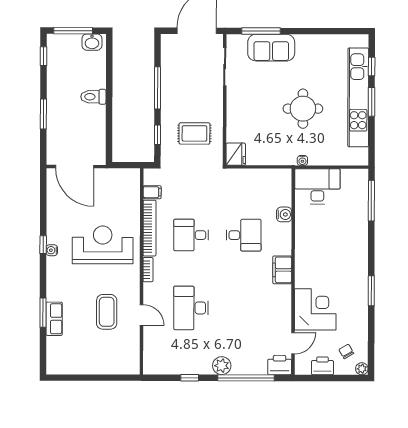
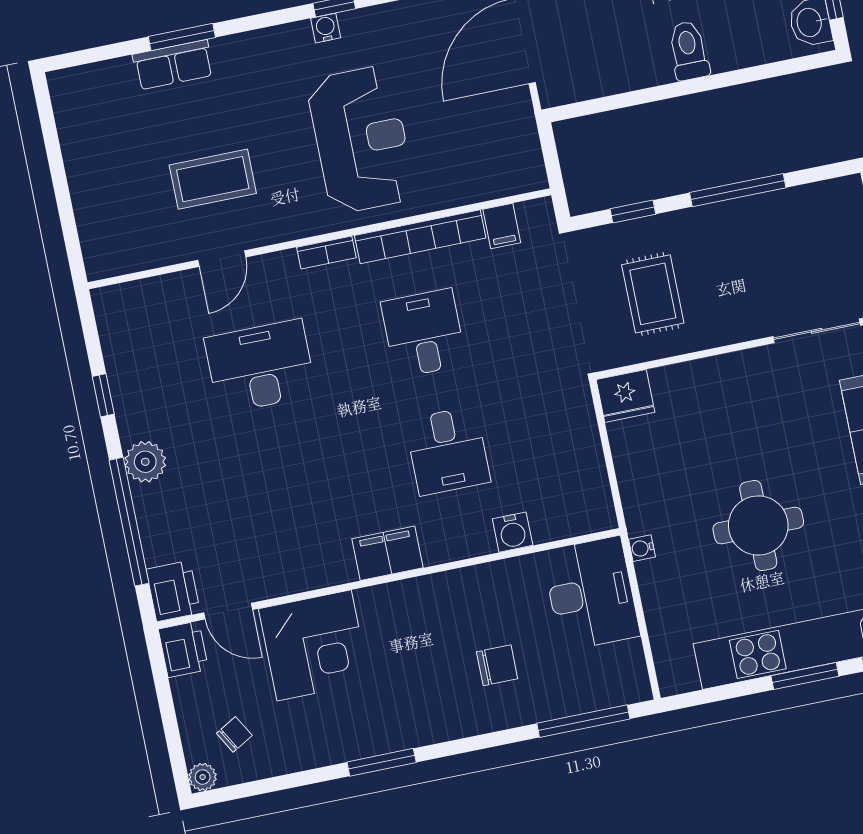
chair: (340, 233) -> (497, 665), added
printer: (322, 366) -> (183, 649), moved

